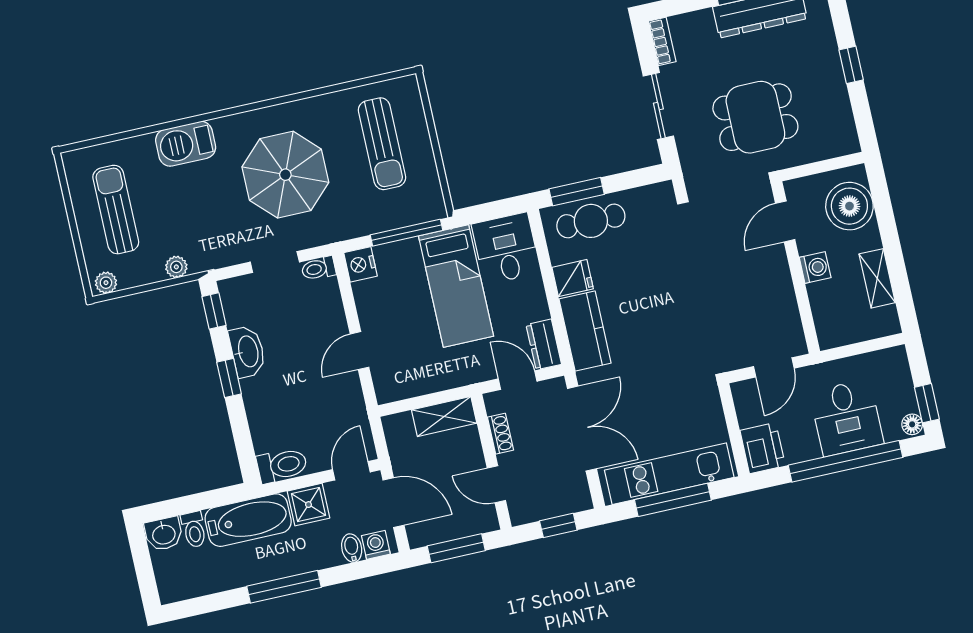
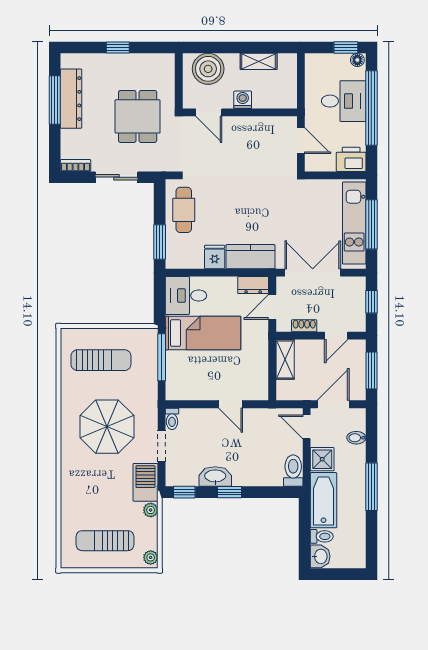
barbecue: (186, 144) -> (145, 482), moved, turned 180
cafe table: (591, 221) -> (184, 210), moved
nightstand: (360, 264) -> (175, 391), removed
washing machine: (376, 545) -> (358, 422), removed

